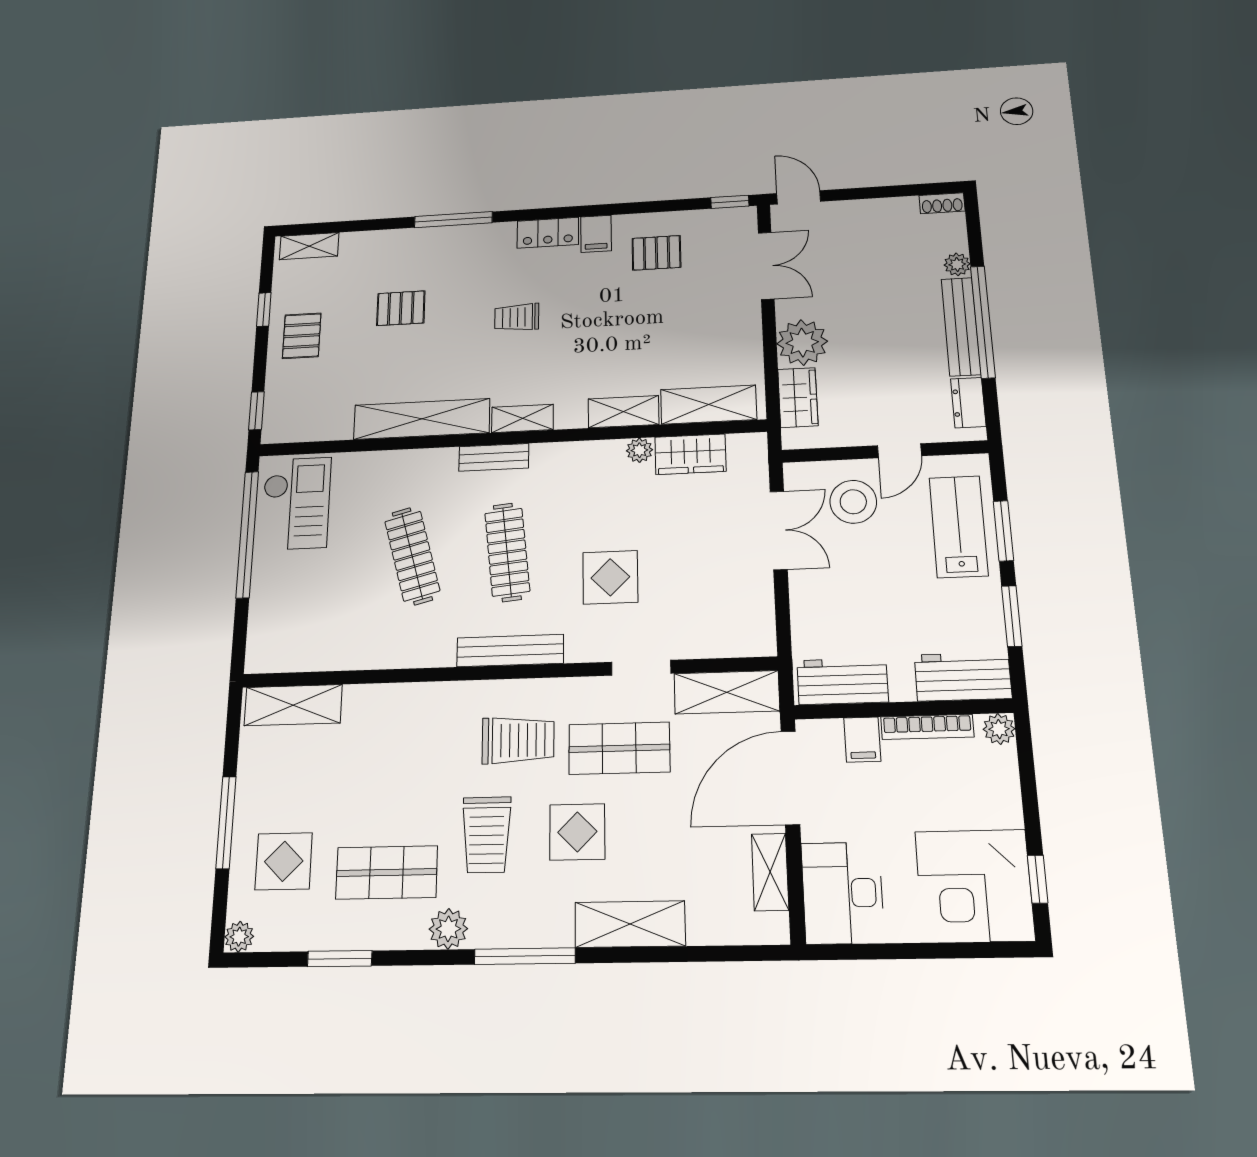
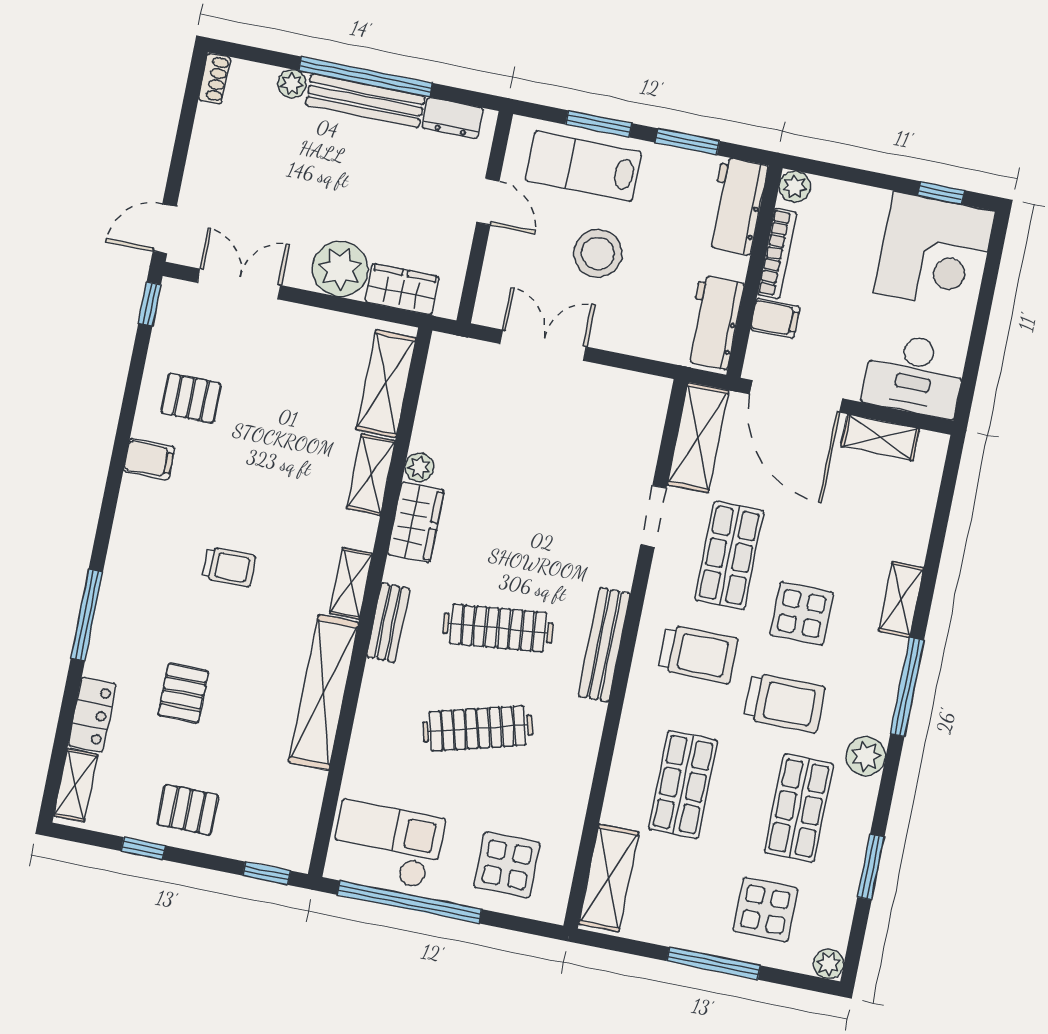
locker: (548, 233) -> (92, 715), moved
pallet: (656, 253) -> (191, 398), turned 90
trolley: (517, 317) -> (229, 567), turned -90
wardrobe: (690, 454) -> (416, 522), moved
stool: (853, 502) -> (598, 253), moved
display table: (610, 577) -> (507, 865), moved
trolley: (518, 740) -> (698, 654), turned 90
shop shelf: (391, 754) -> (683, 785), added
shelving: (630, 924) -> (901, 599), width x0.67, depth x0.75

